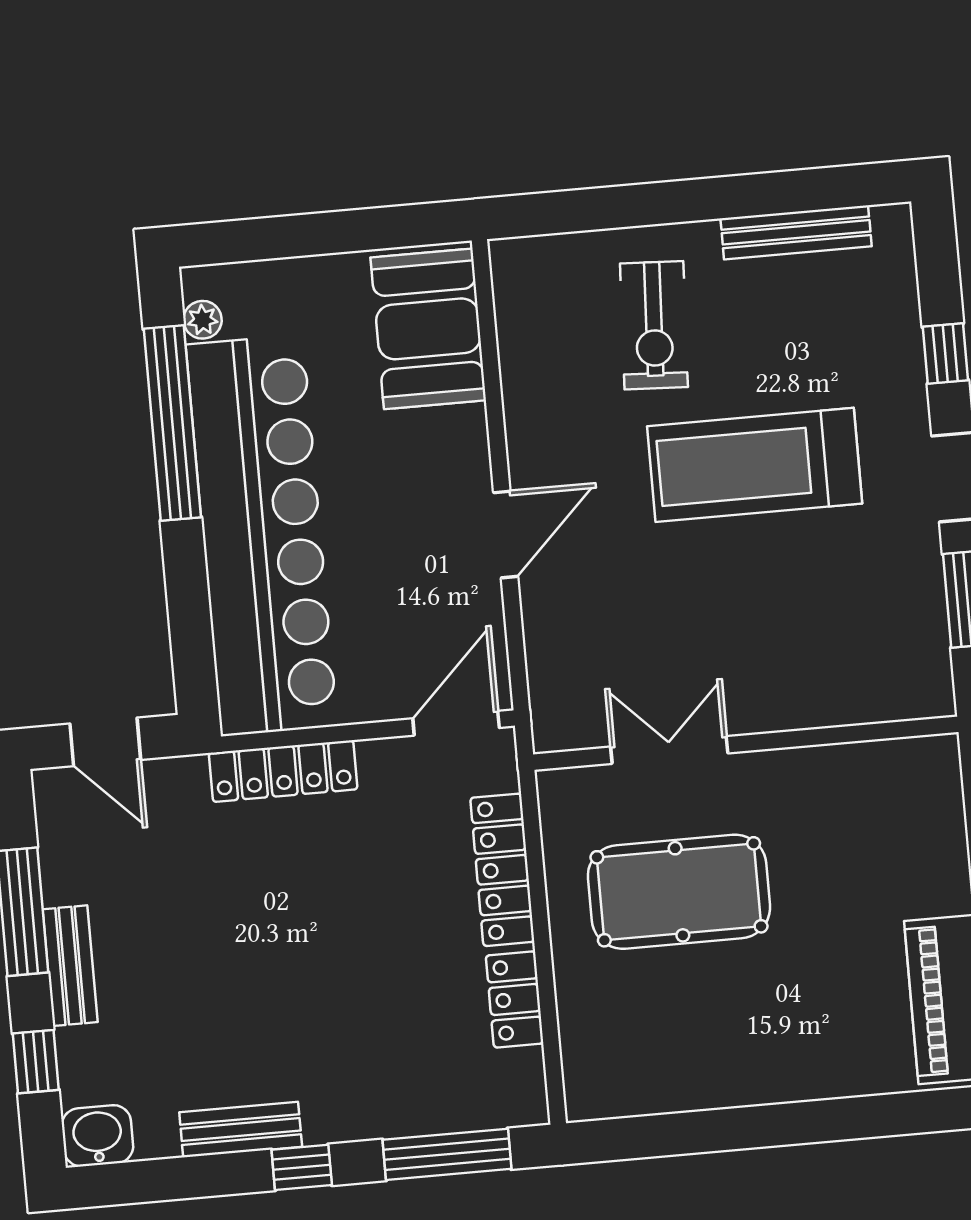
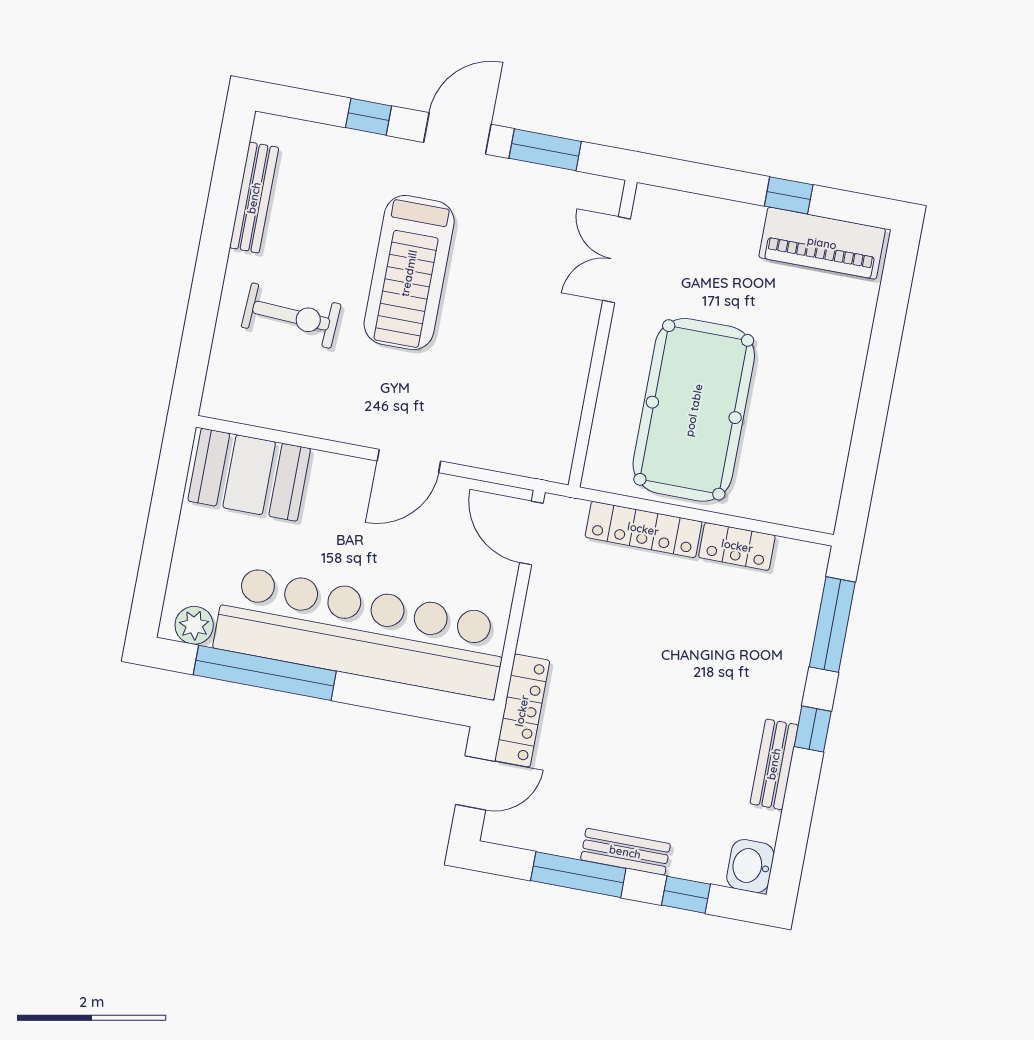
plant: (203, 320) -> (194, 625), width x1.38, depth x1.38
door: (506, 535) -> (409, 461), swing flipped
double door: (669, 750) -> (616, 260), moved
locker: (283, 771) -> (522, 711), moved
pool table: (679, 892) -> (694, 410), width x1.36, depth x1.32

